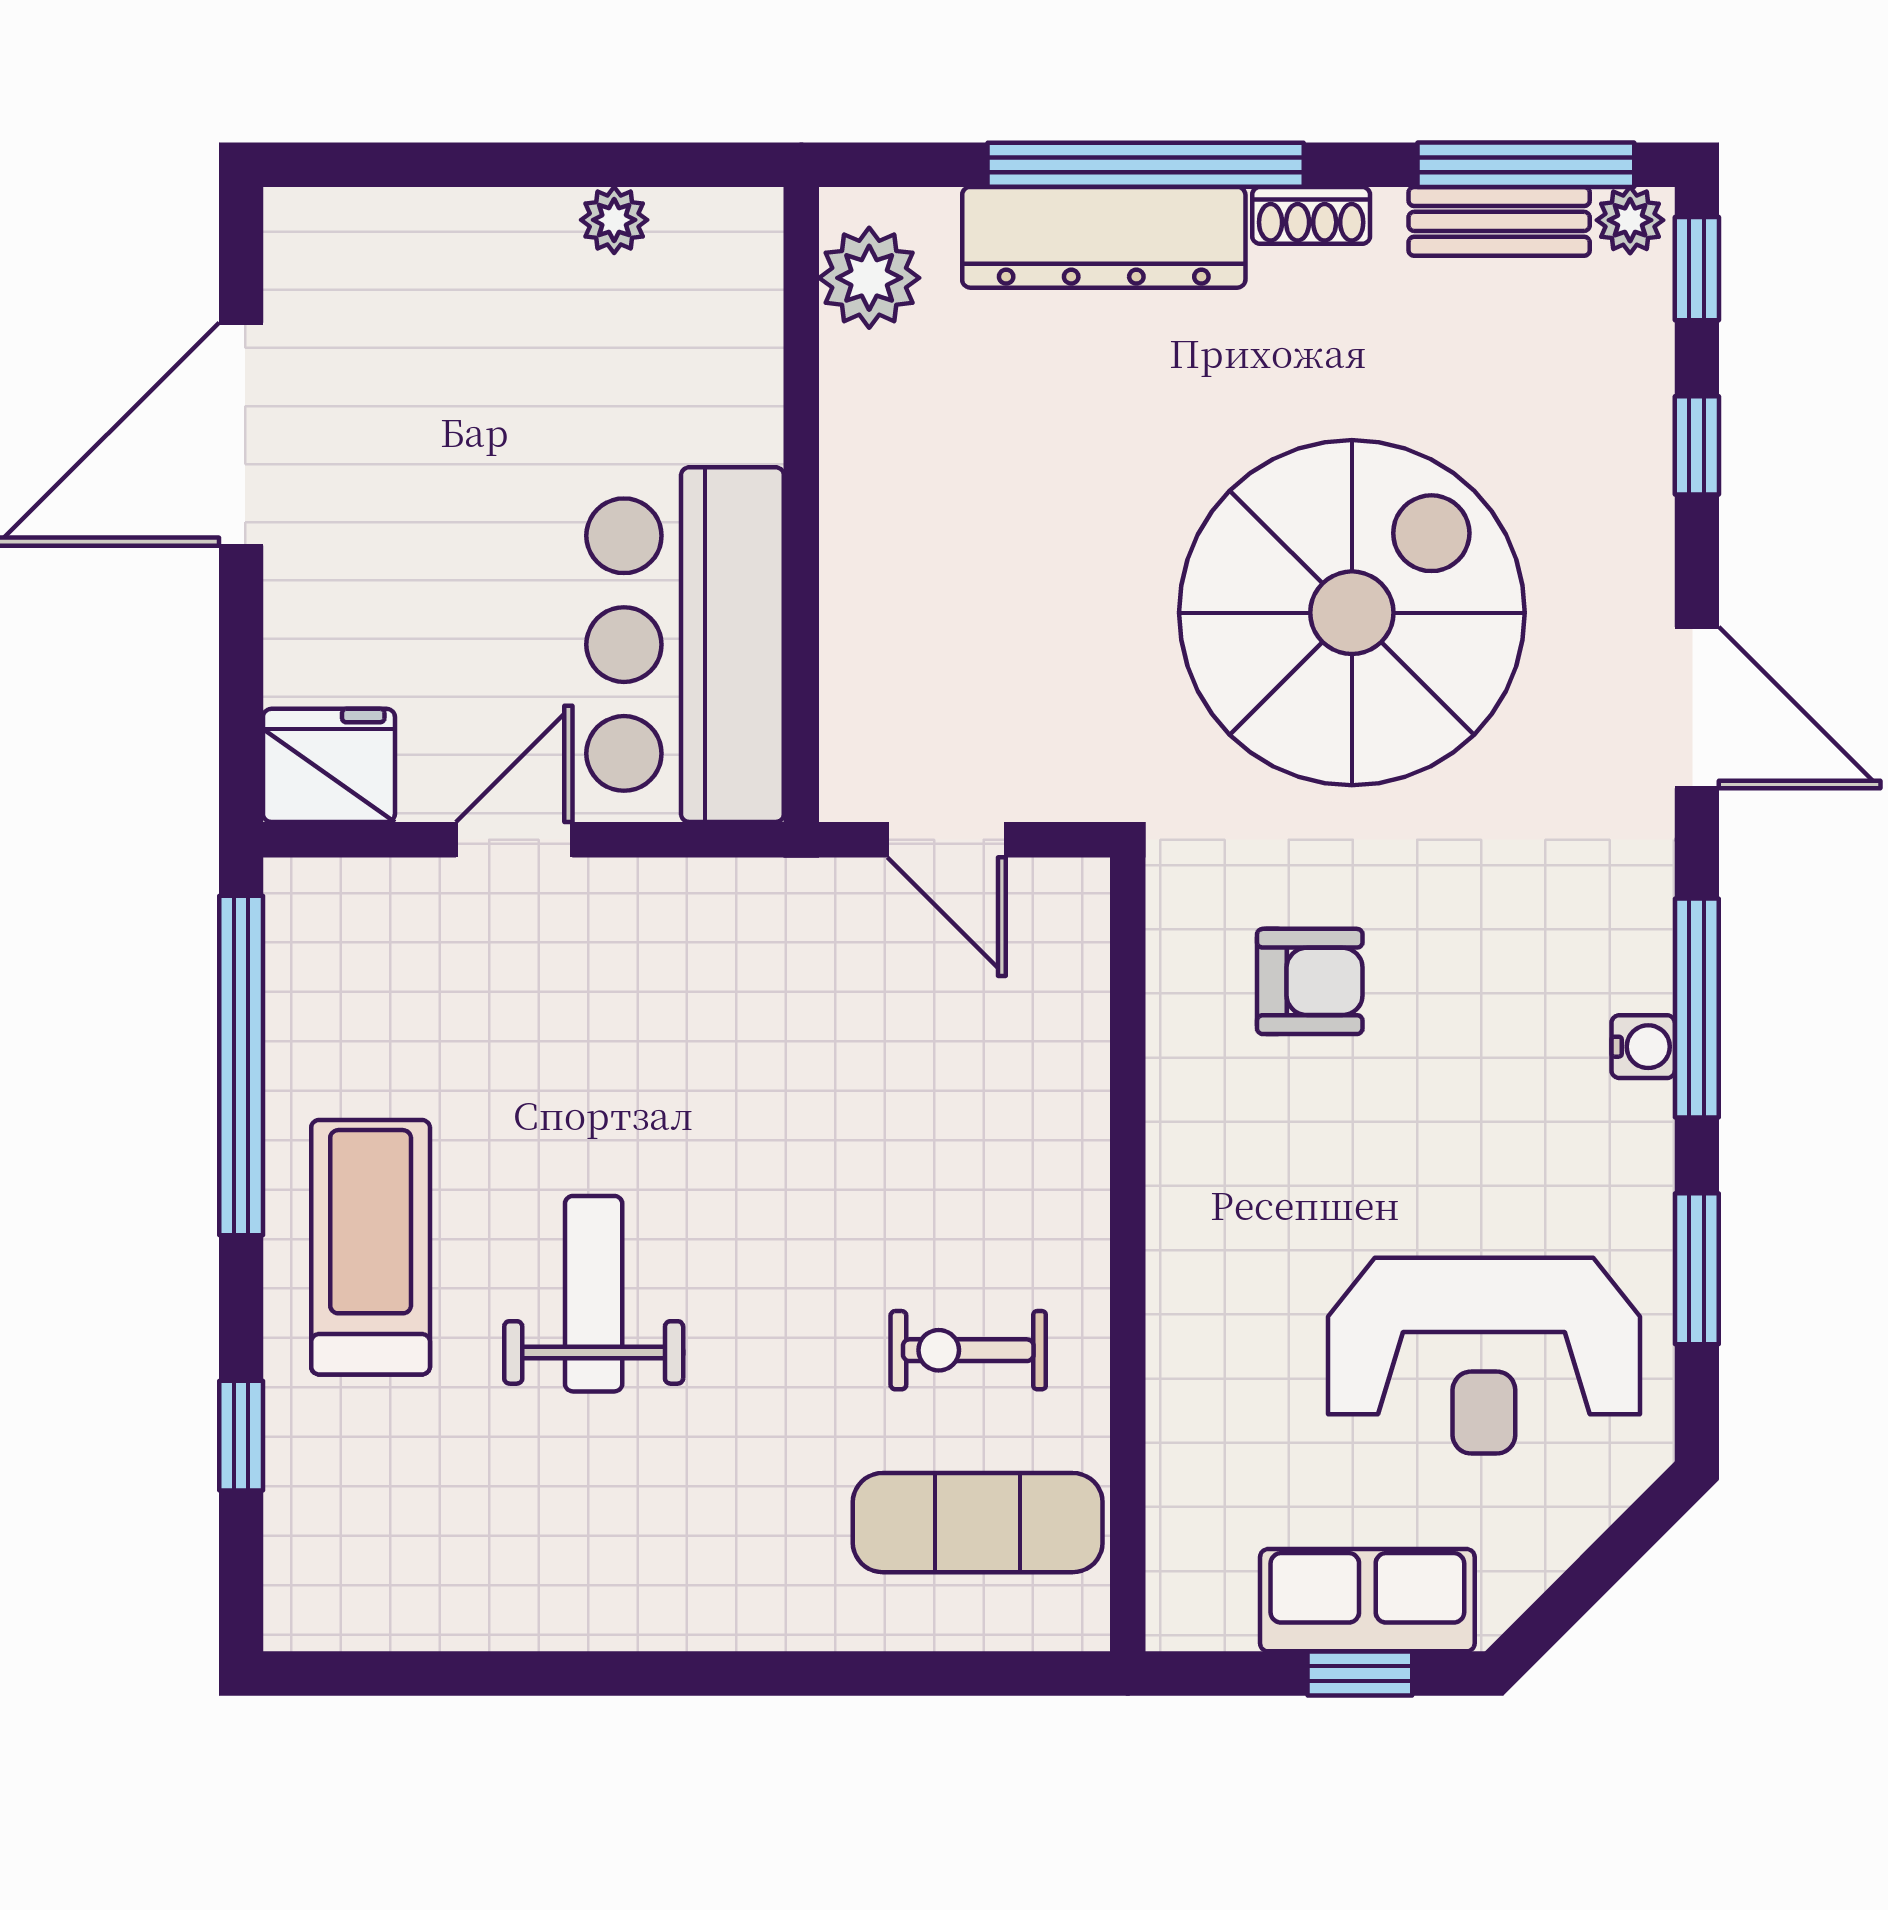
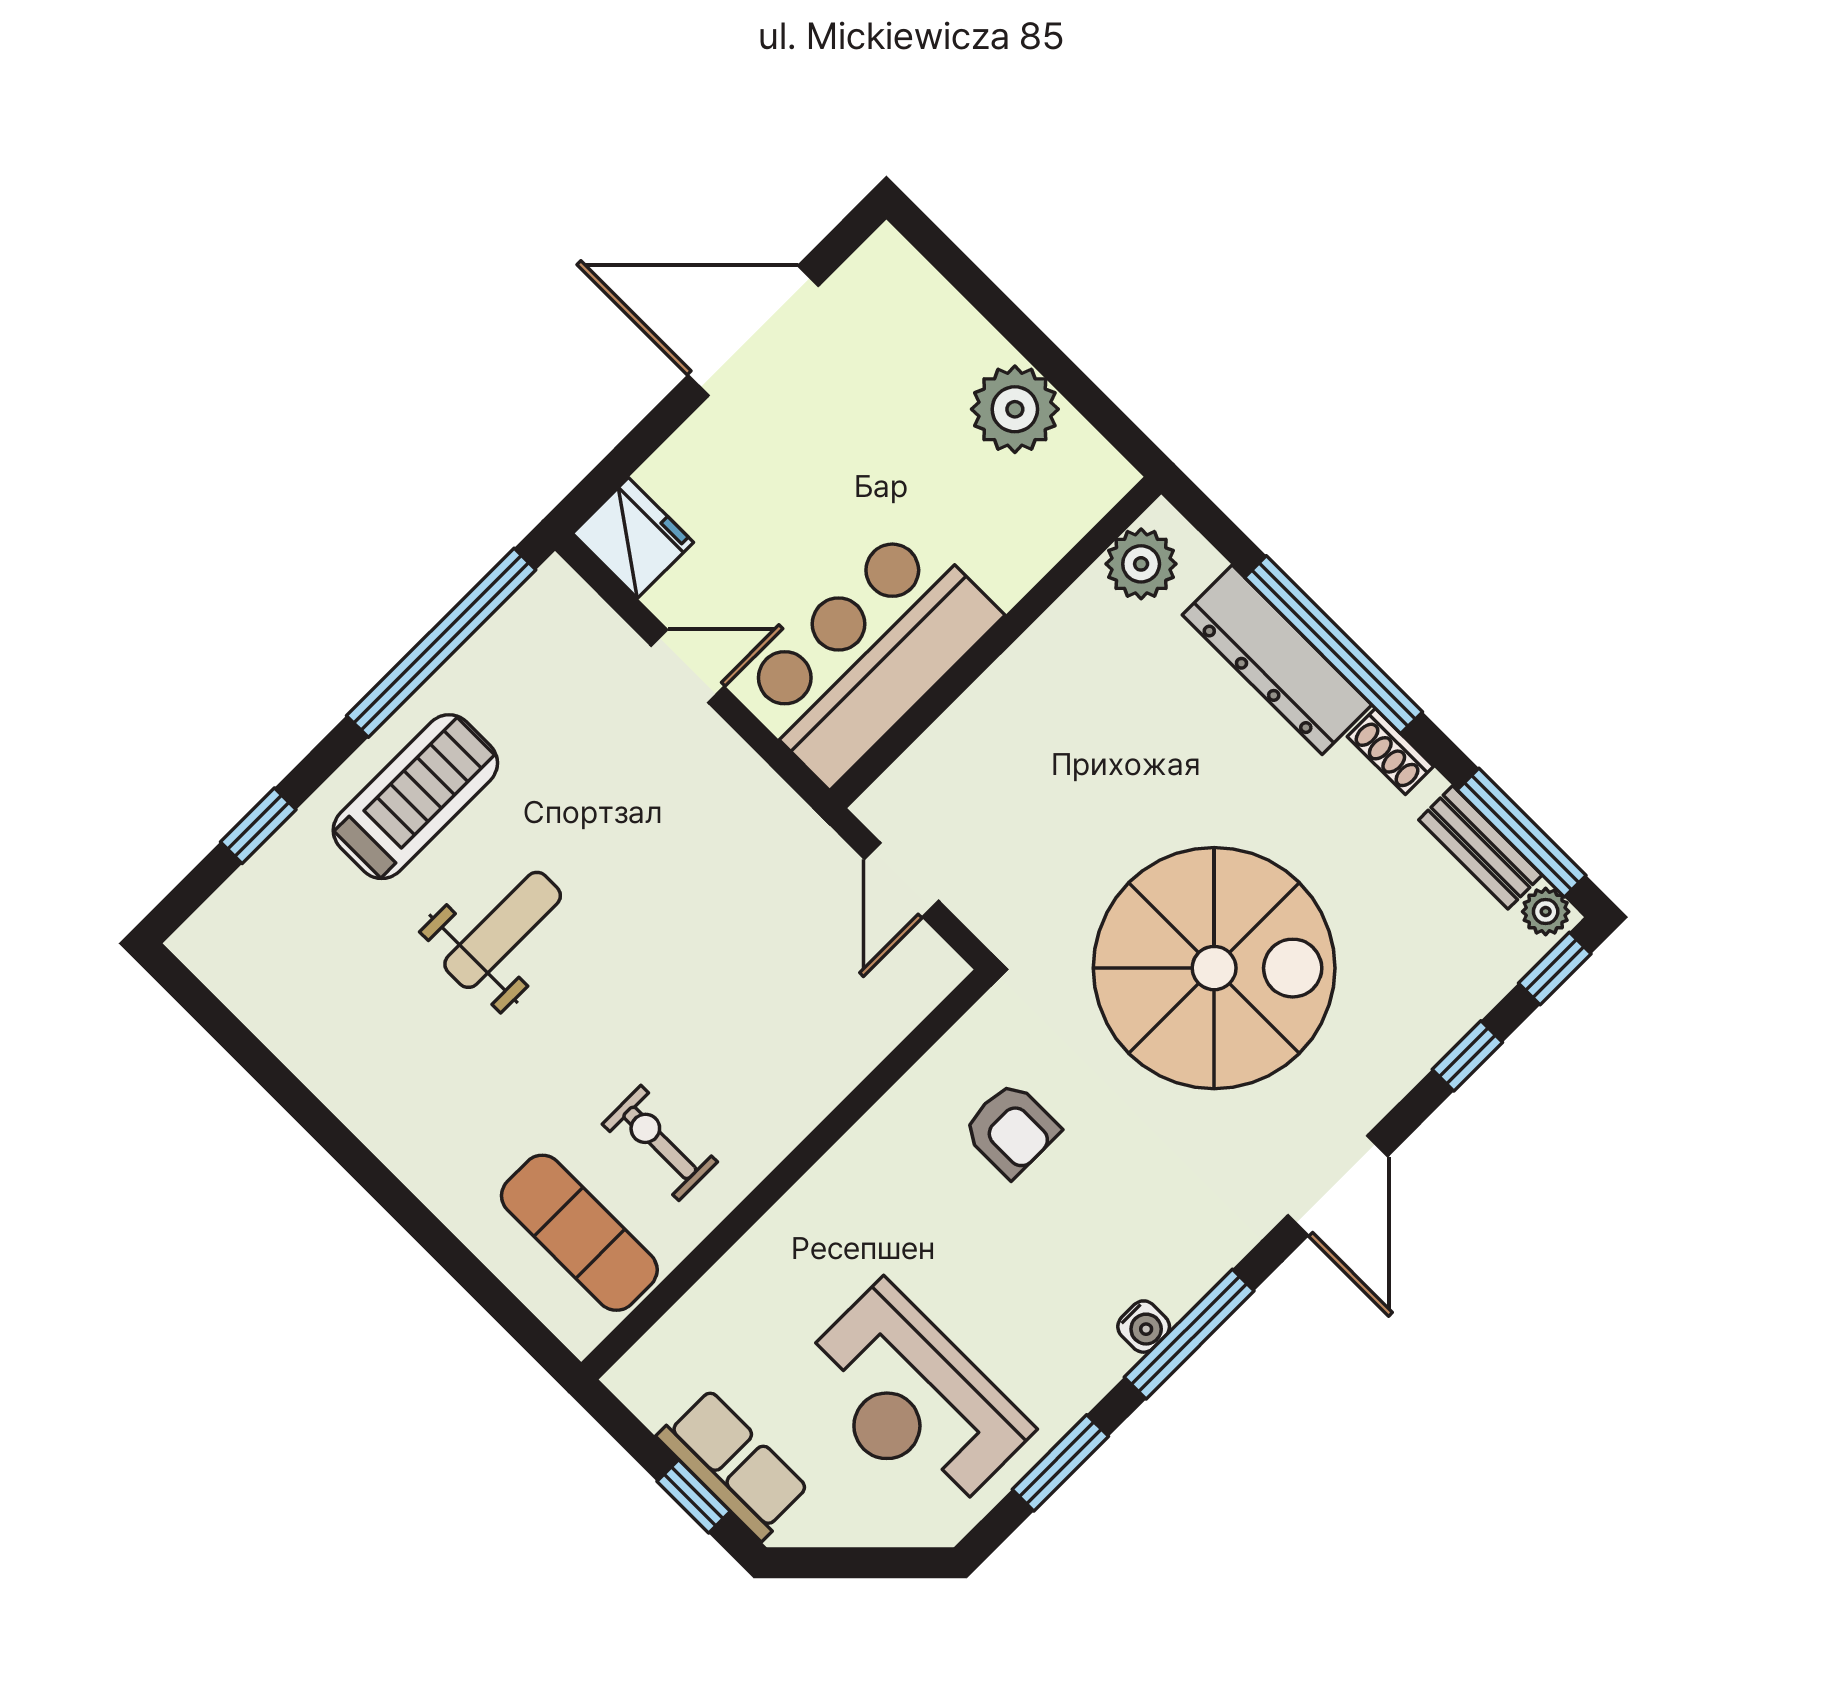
plant: (614, 220) -> (1015, 409), width x1.87, depth x1.87

